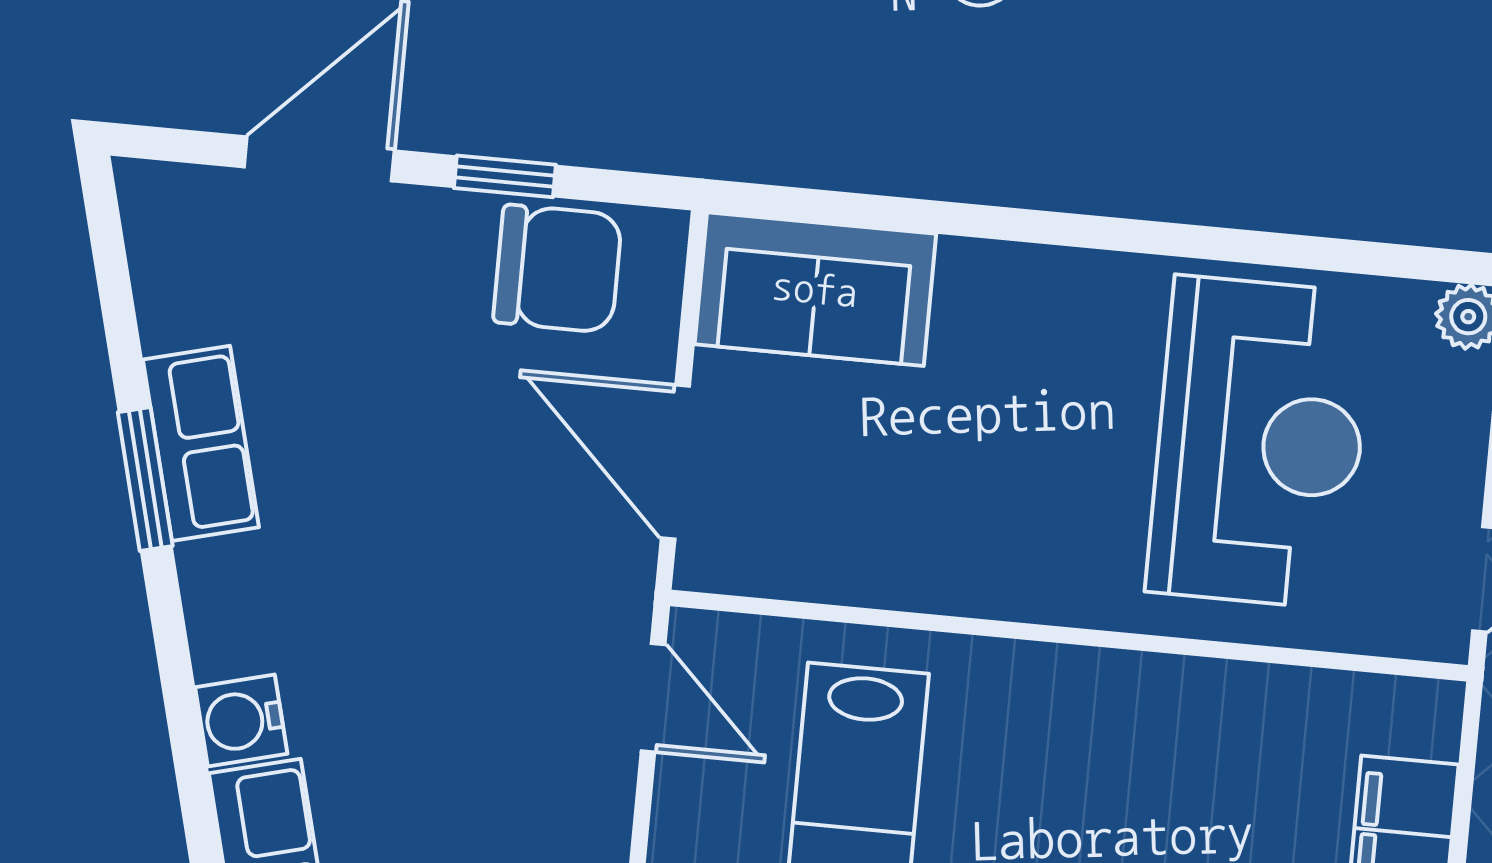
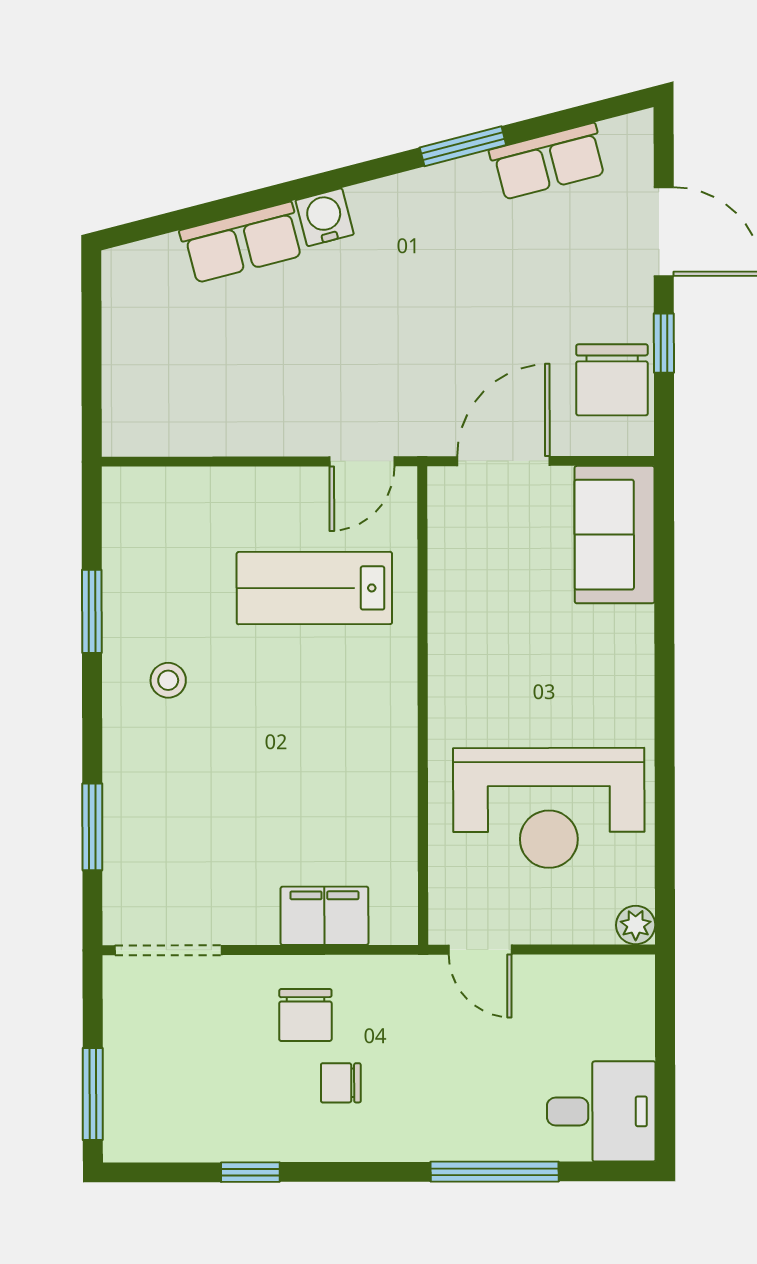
row of seats: (201, 443) -> (548, 162), moved

